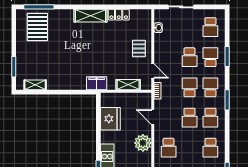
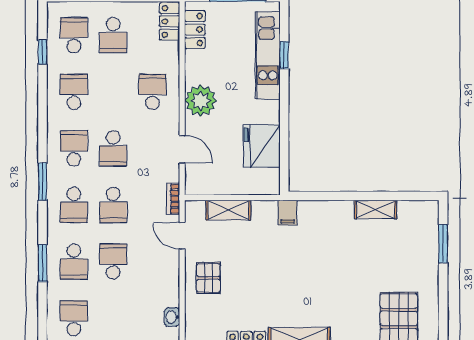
filing cabinet: (97, 83) -> (288, 213), width x0.50
shelving: (35, 85) -> (375, 209), moved
school desk: (190, 118) -> (113, 148), turned 180

